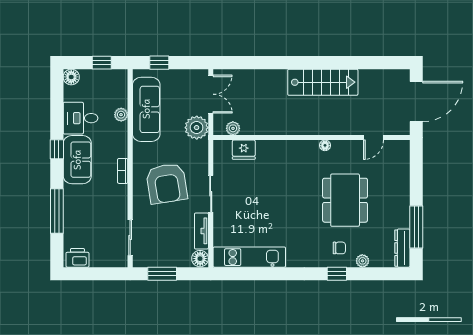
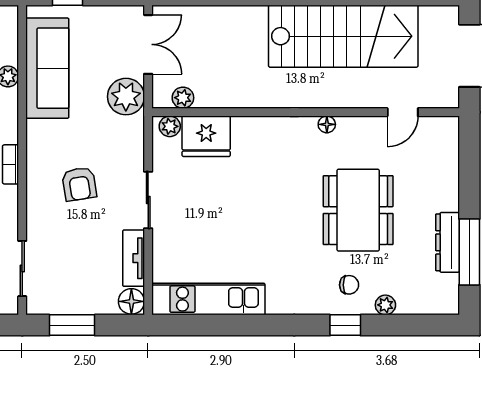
stairs: (323, 82) -> (343, 36), width x1.36, depth x1.51
plant: (225, 147) -> (170, 126), added
fridge: (244, 150) -> (206, 136), width x1.36, depth x1.34
armchair: (167, 183) -> (79, 184), width x0.53, depth x0.53
dresser: (402, 248) -> (448, 242), moved

